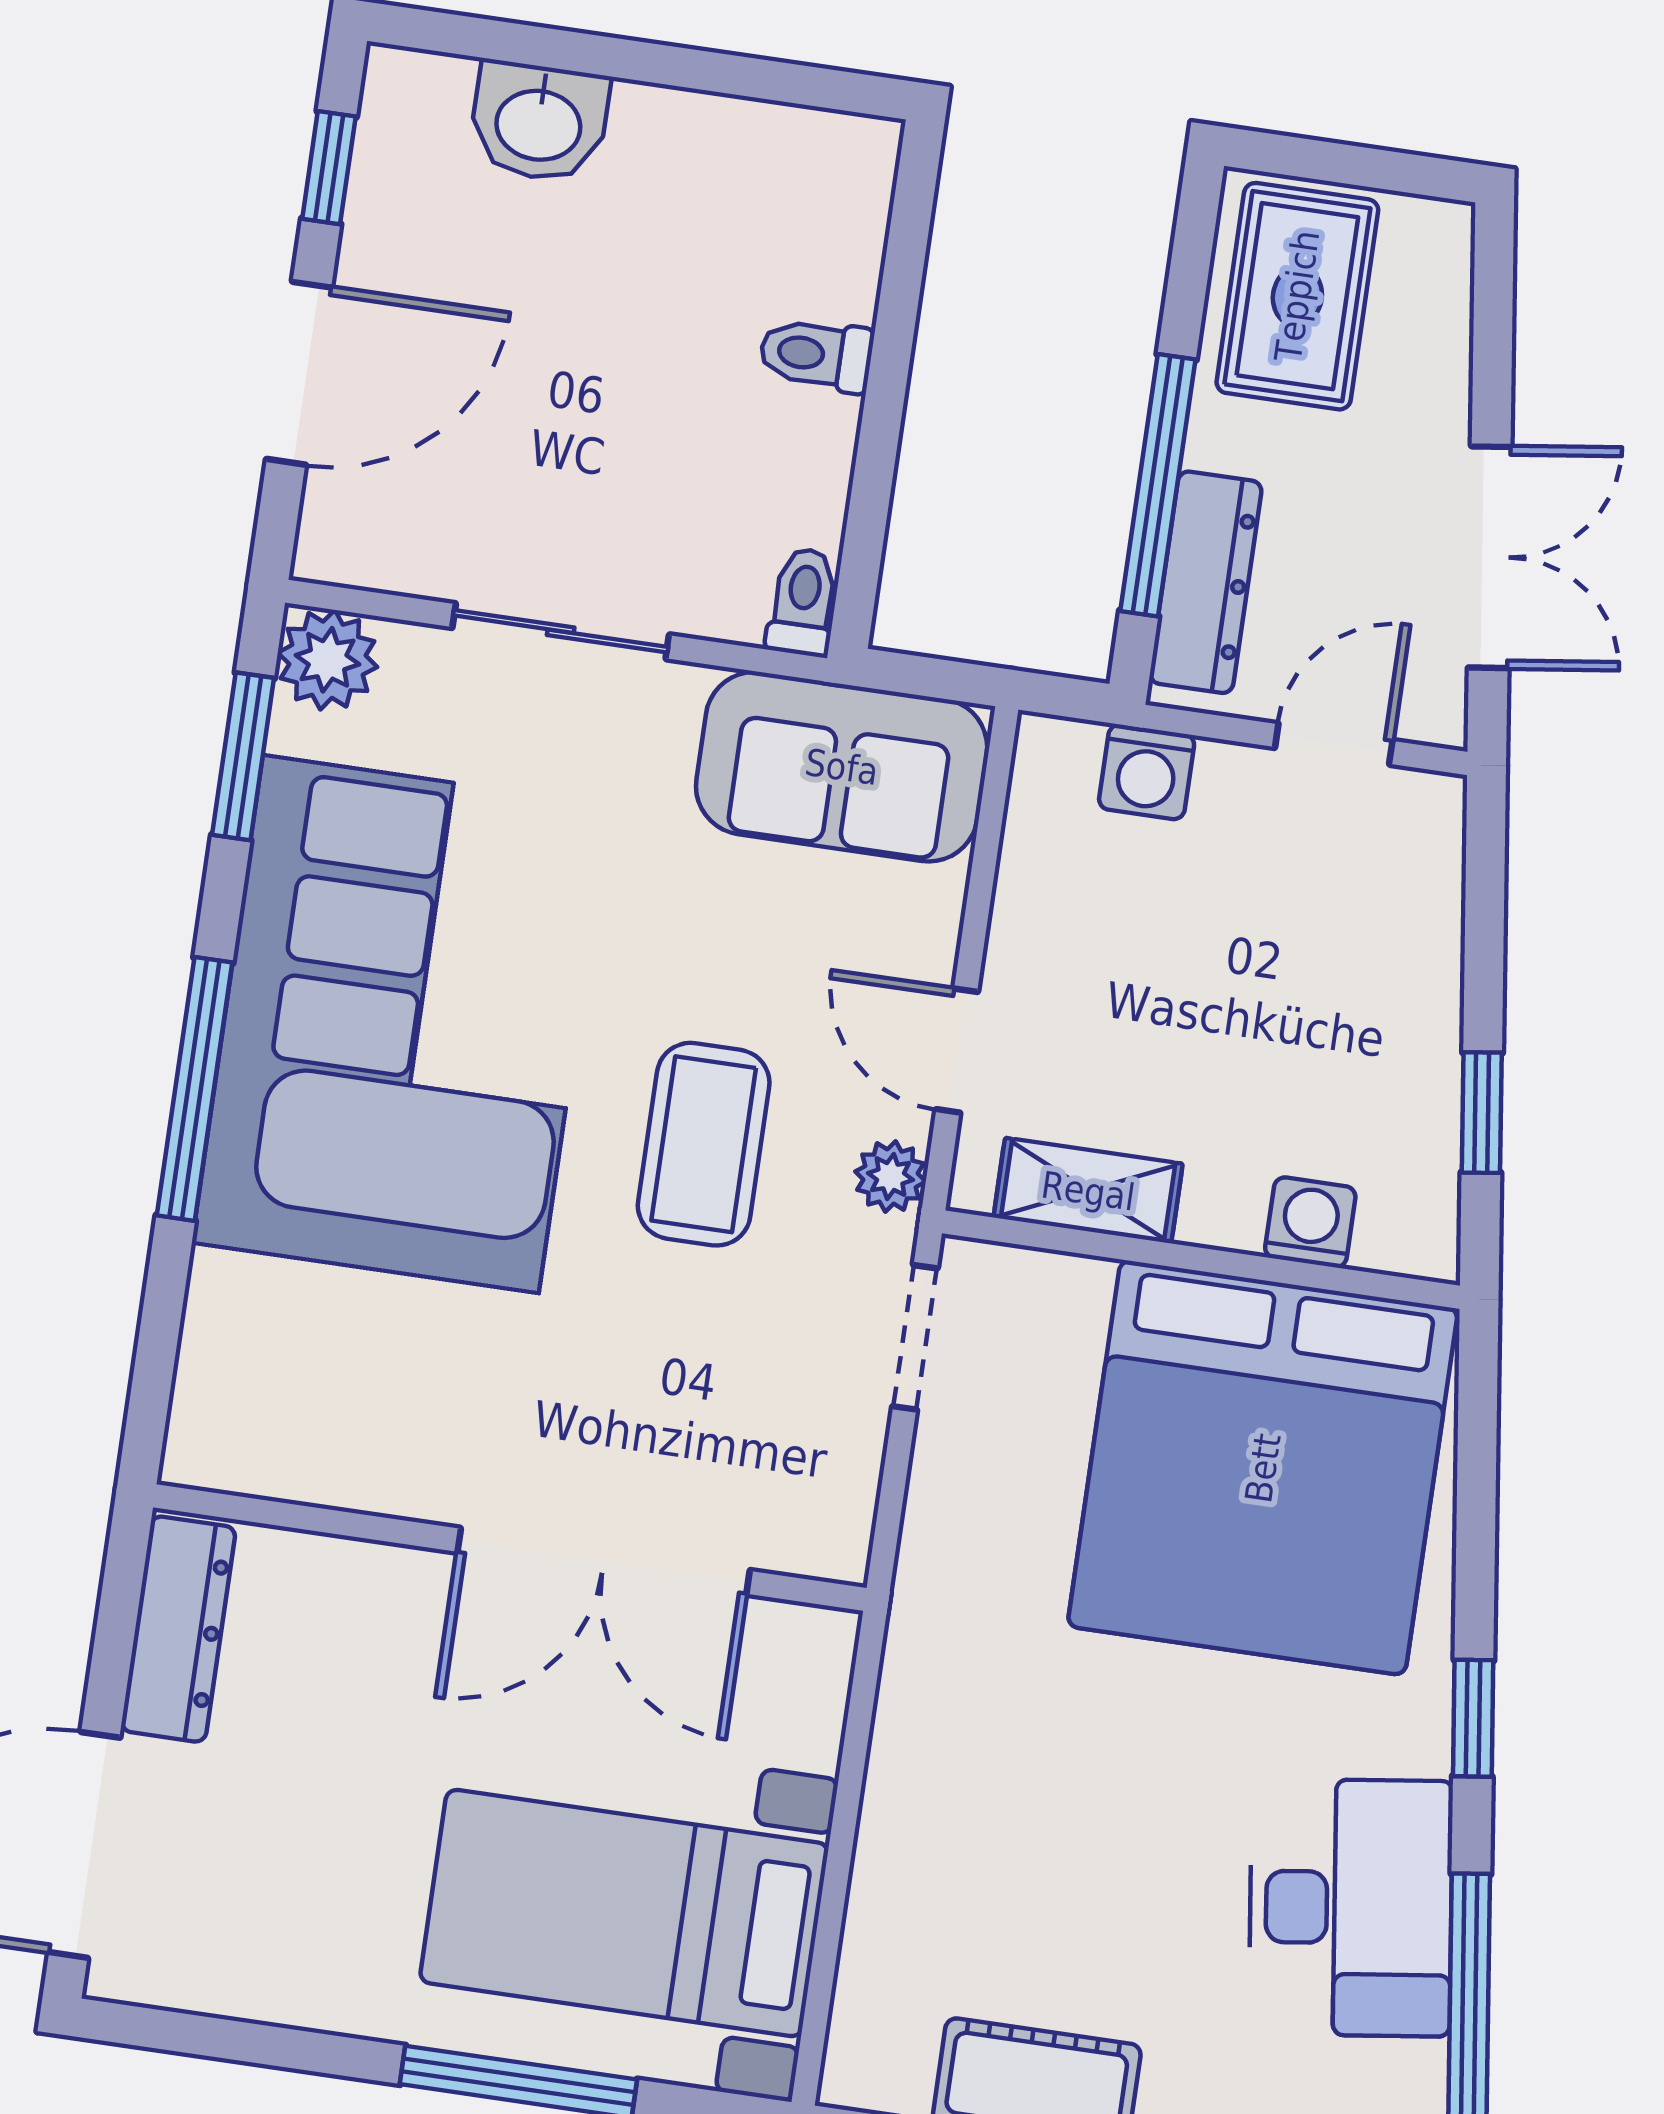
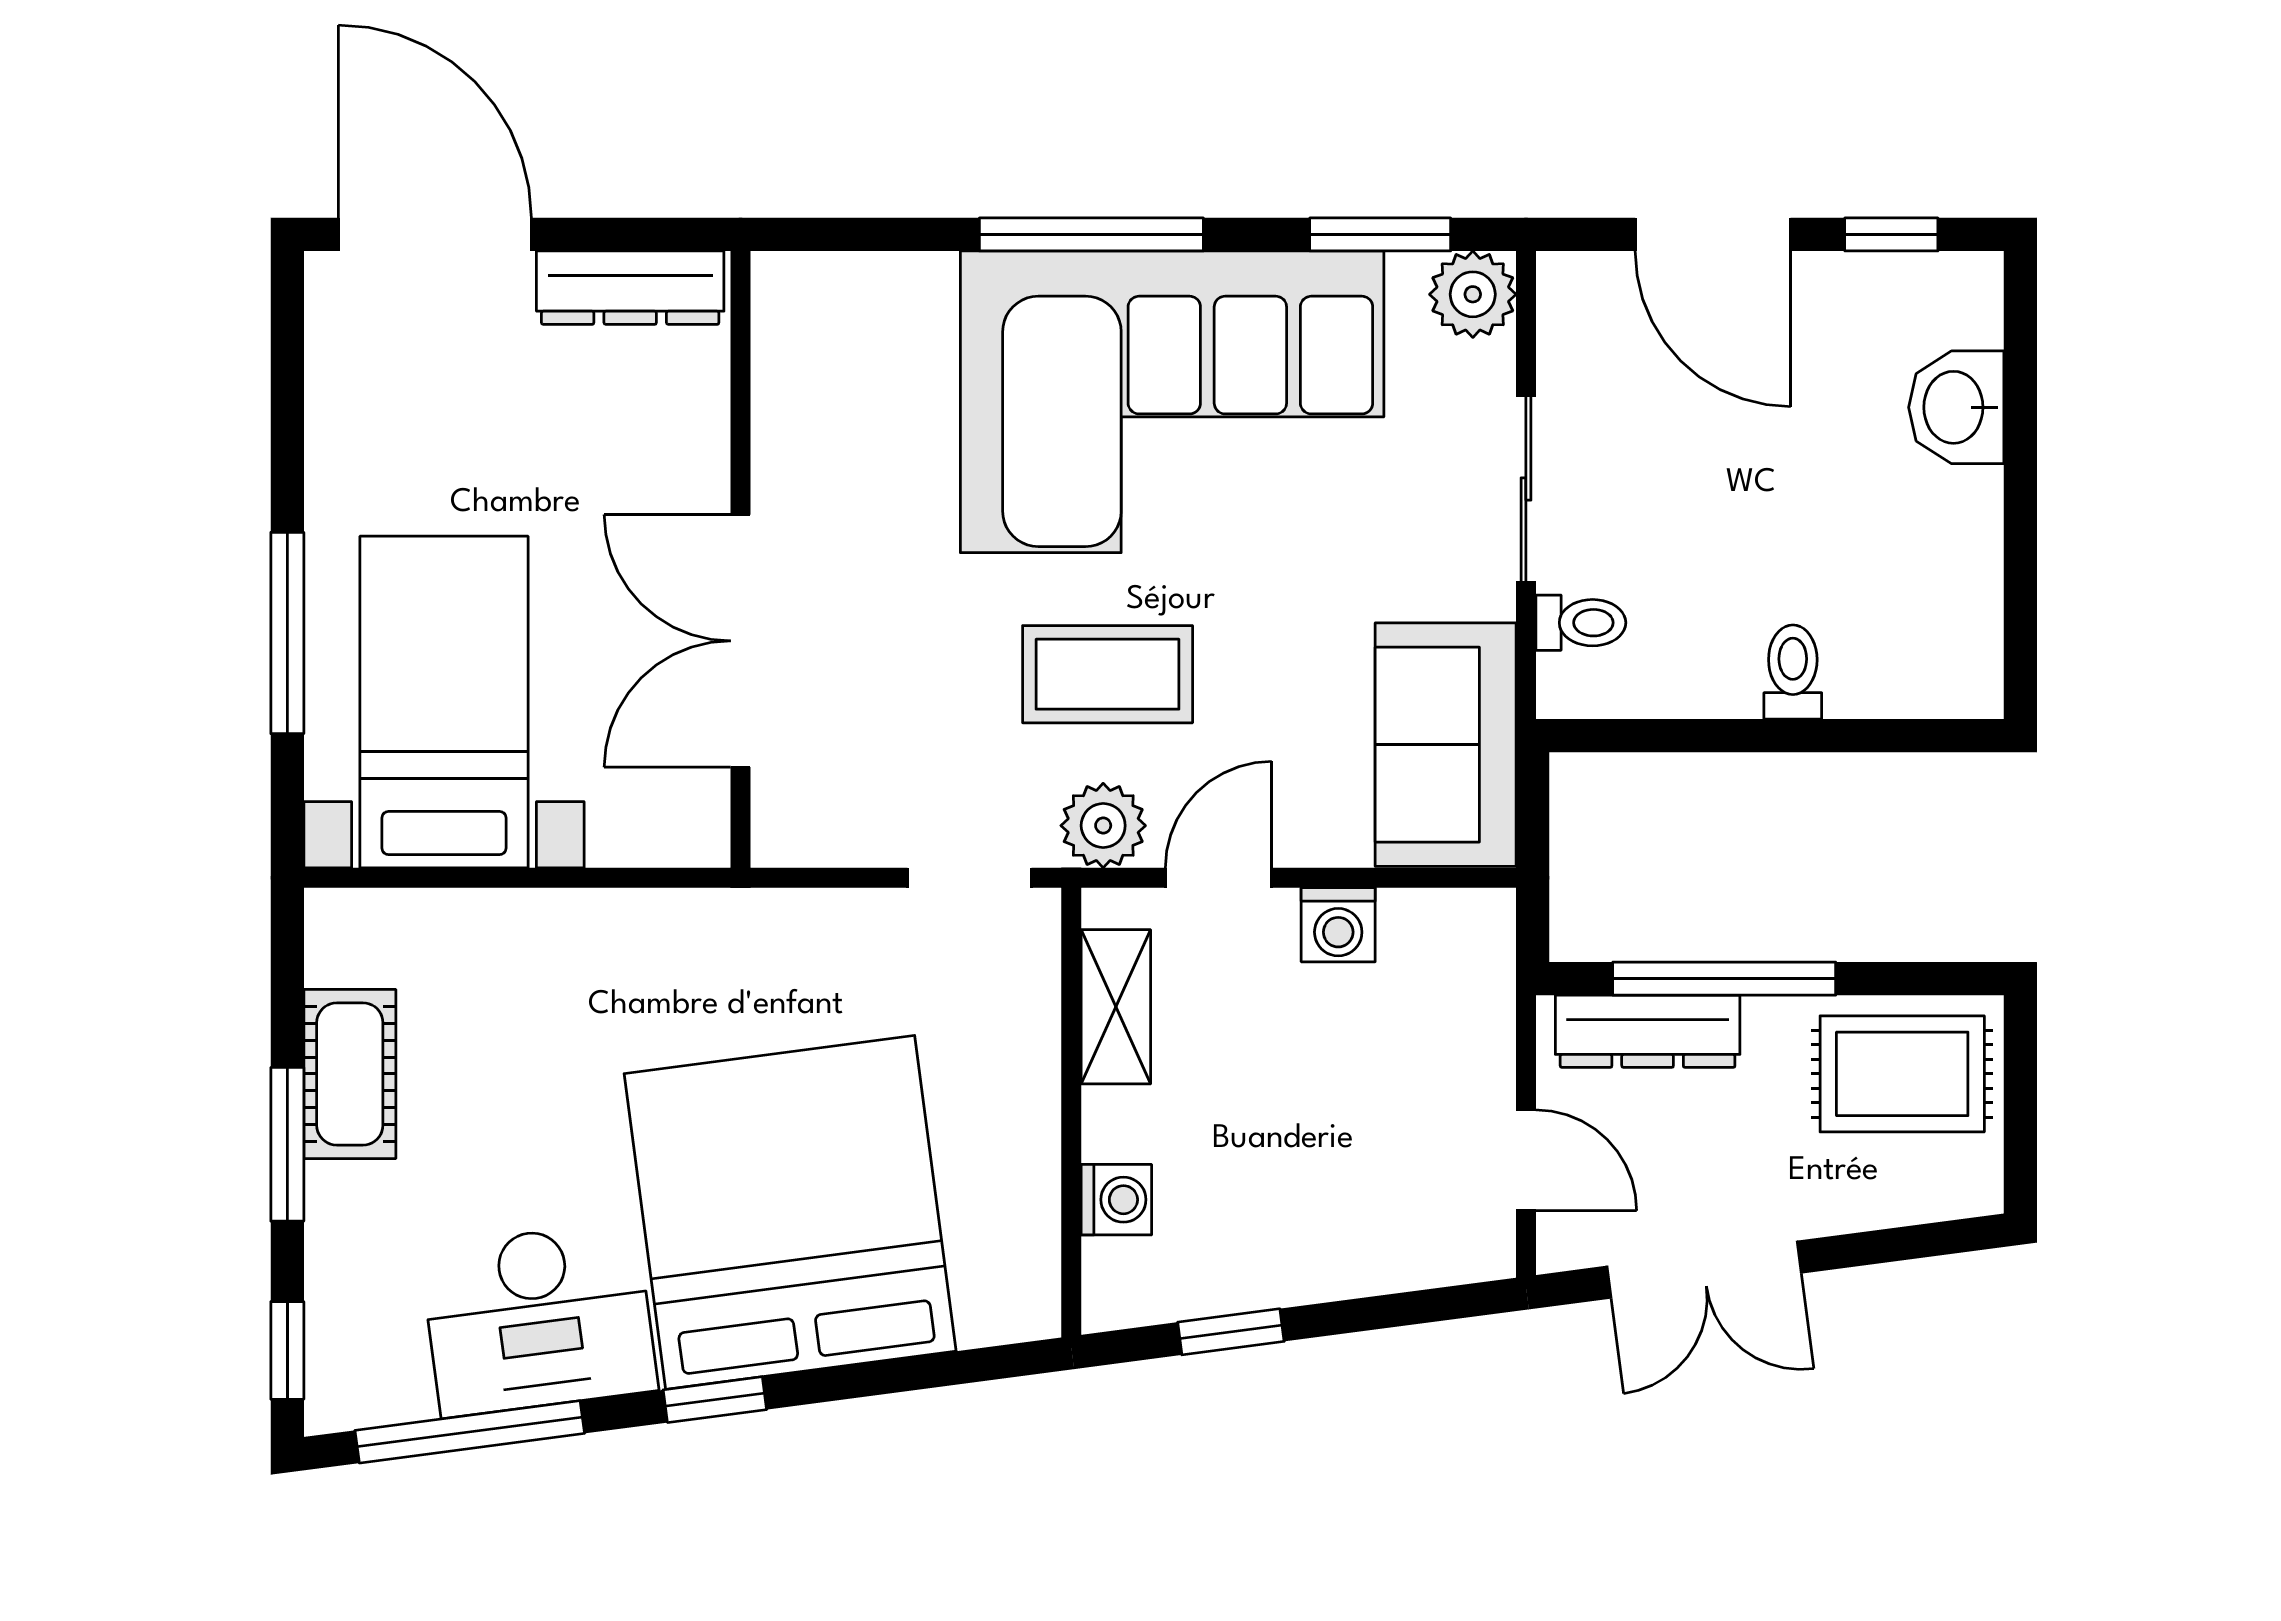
toilet: (803, 602) -> (1581, 623), moved
washing machine: (1147, 772) -> (1338, 925), moved, turned -90
plant: (890, 1177) -> (1103, 826), width x1.38, depth x1.38
bed: (1263, 1468) -> (790, 1212), moved, turned 83

